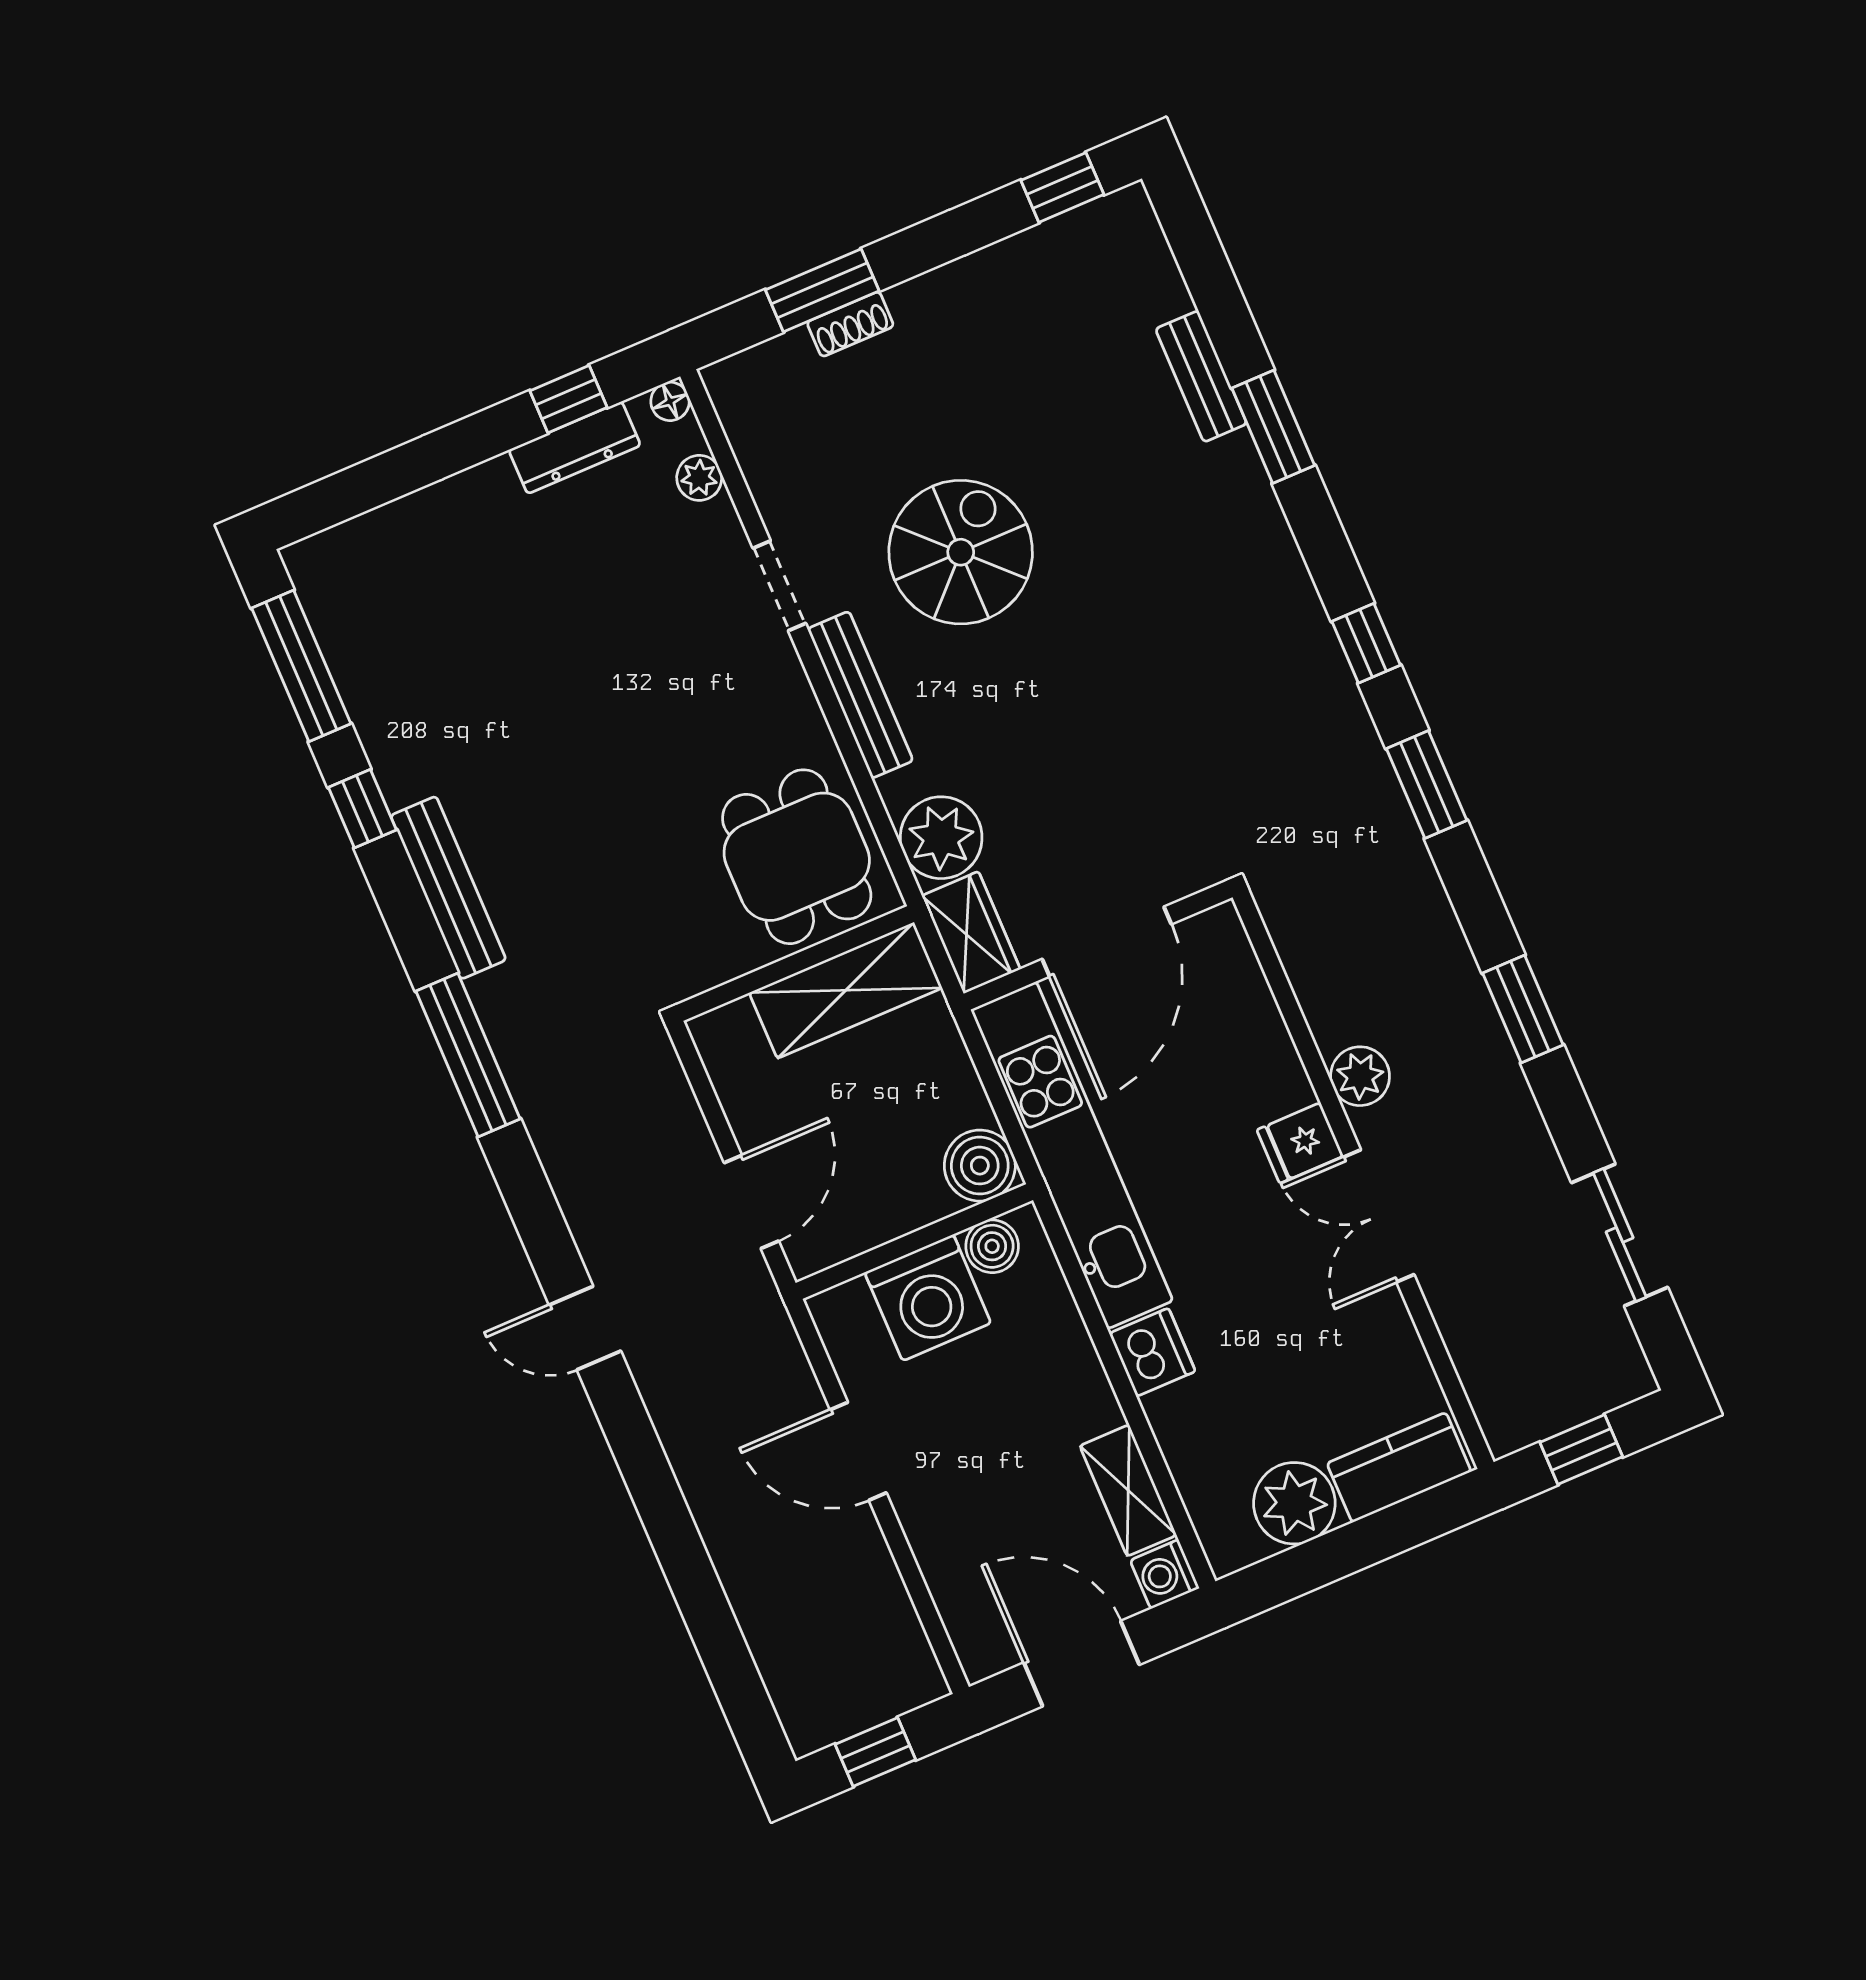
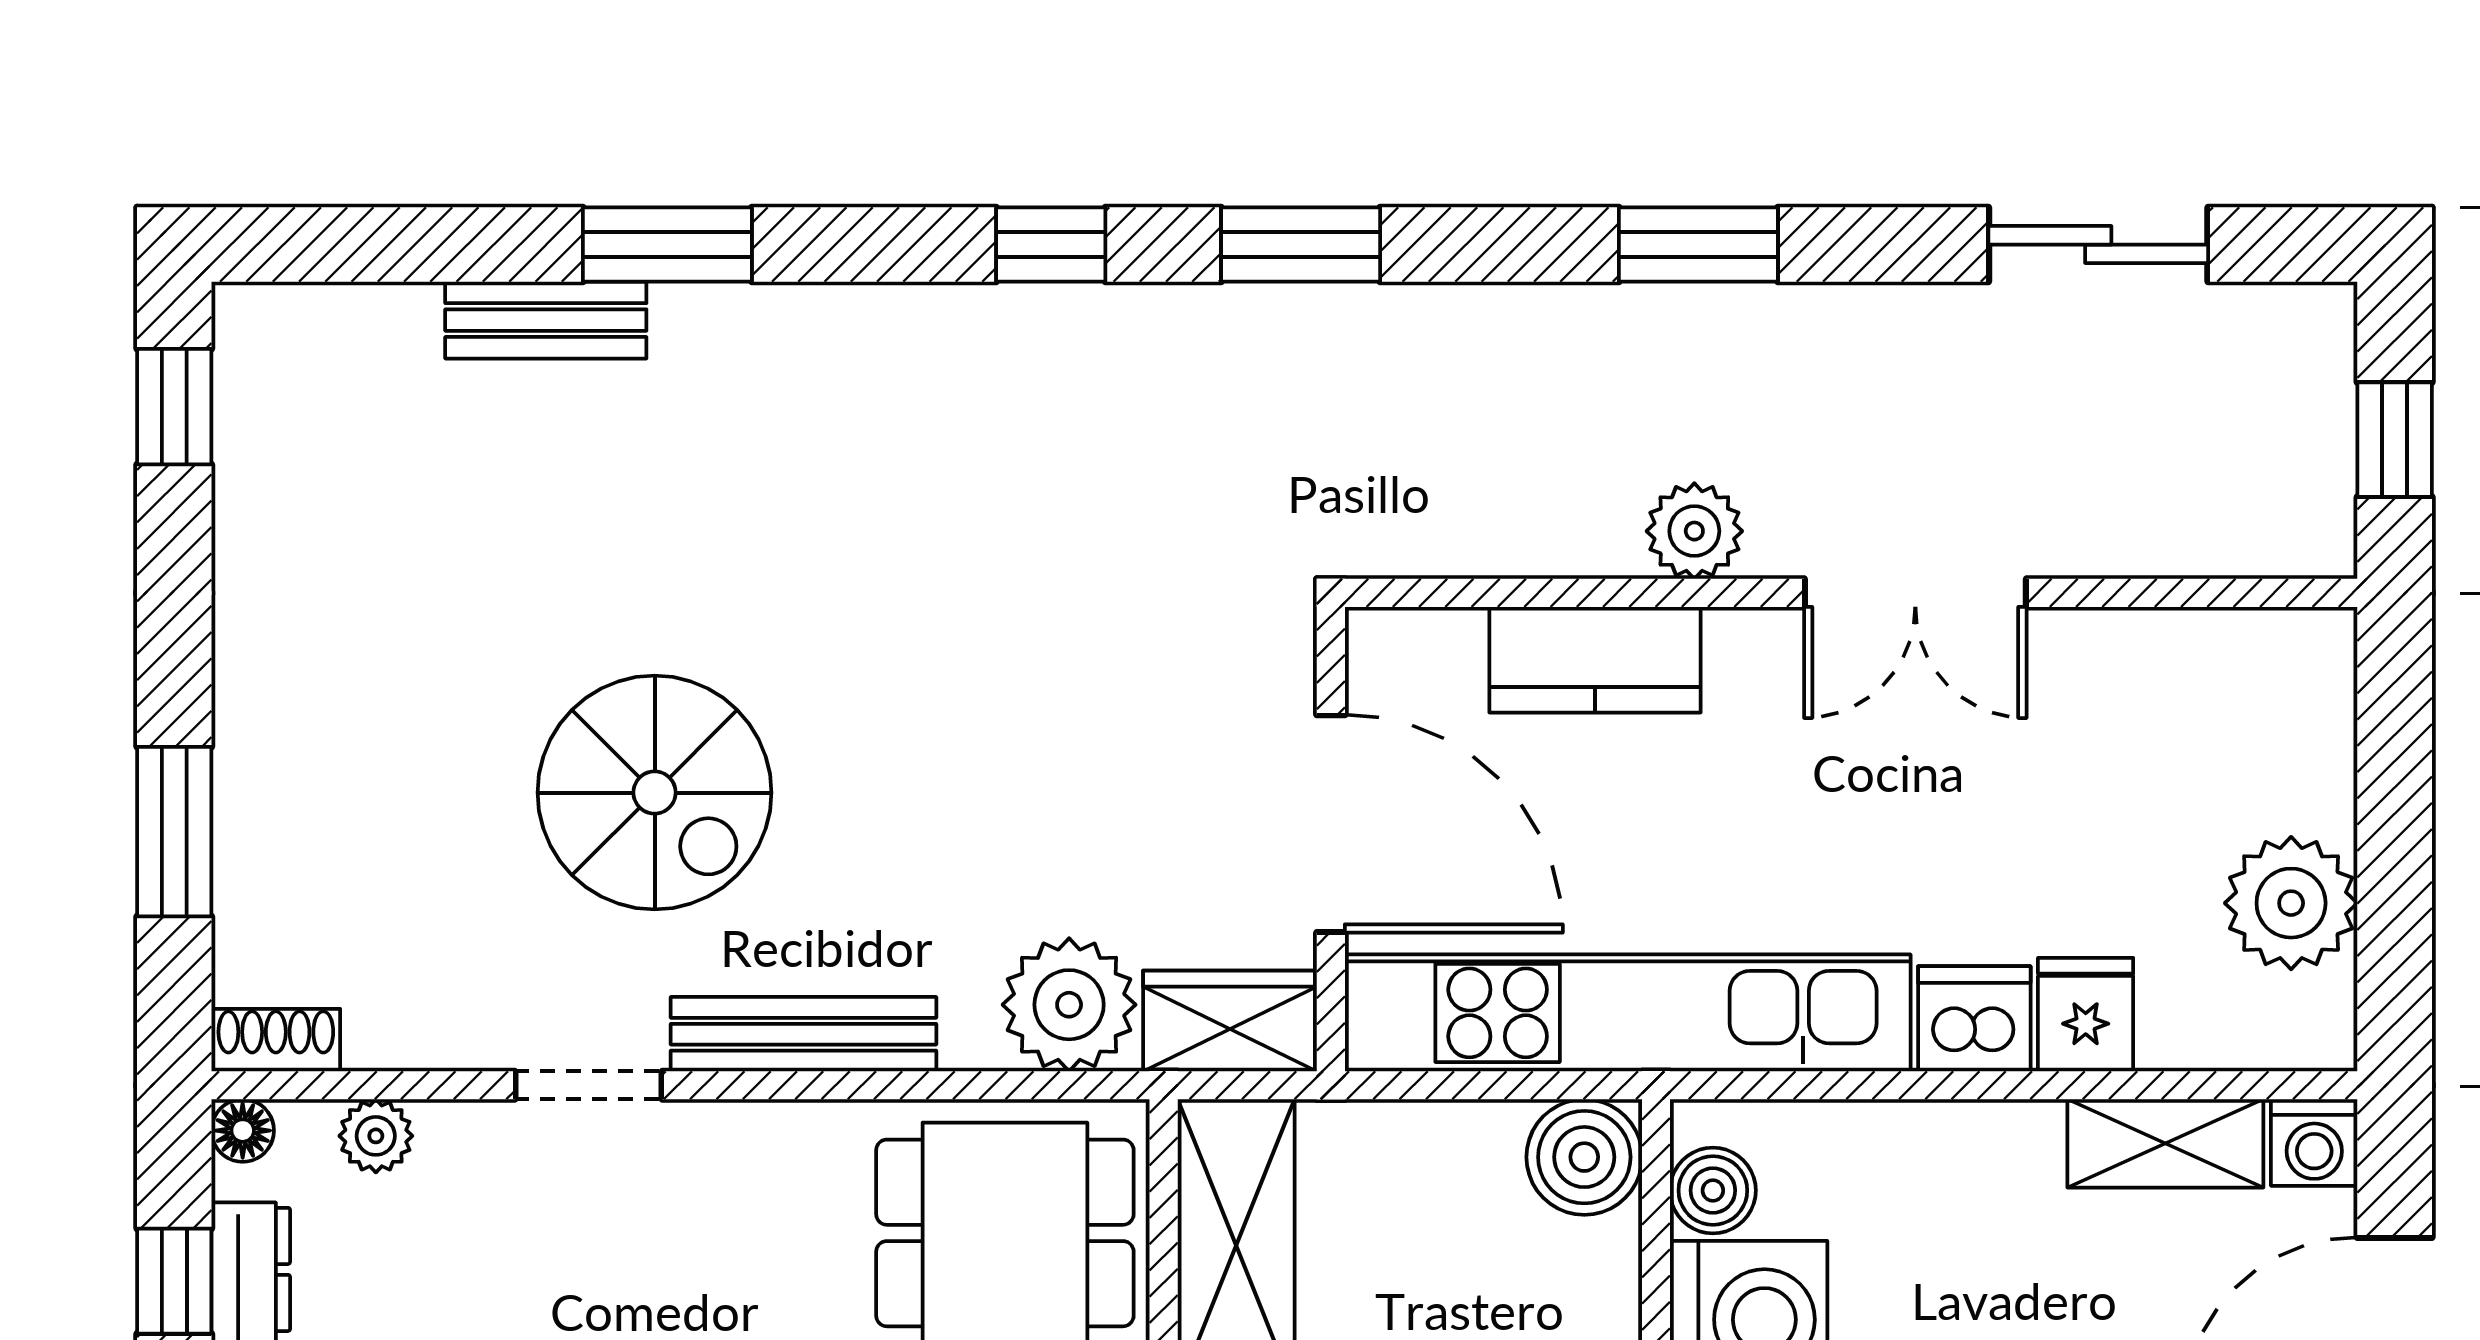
shoe rack: (850, 324) -> (276, 1040), moved, turned -90
spiral stairs: (961, 552) -> (655, 793), turned 180
fridge: (1300, 1143) -> (2086, 1015), moved, turned 180
kitchen counter: (1399, 1467) -> (1595, 660), moved, turned -90

